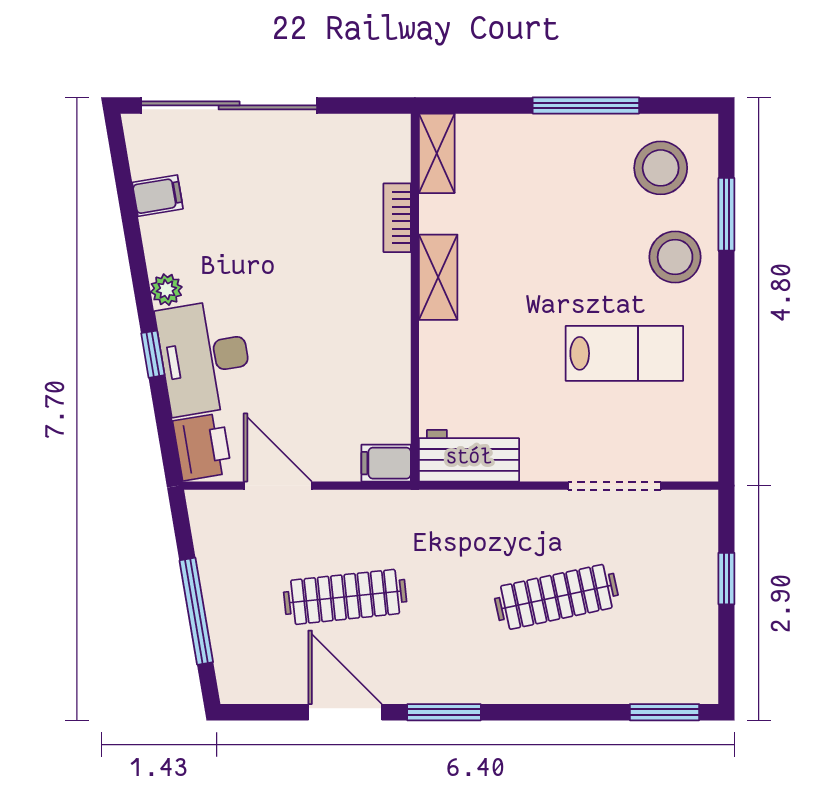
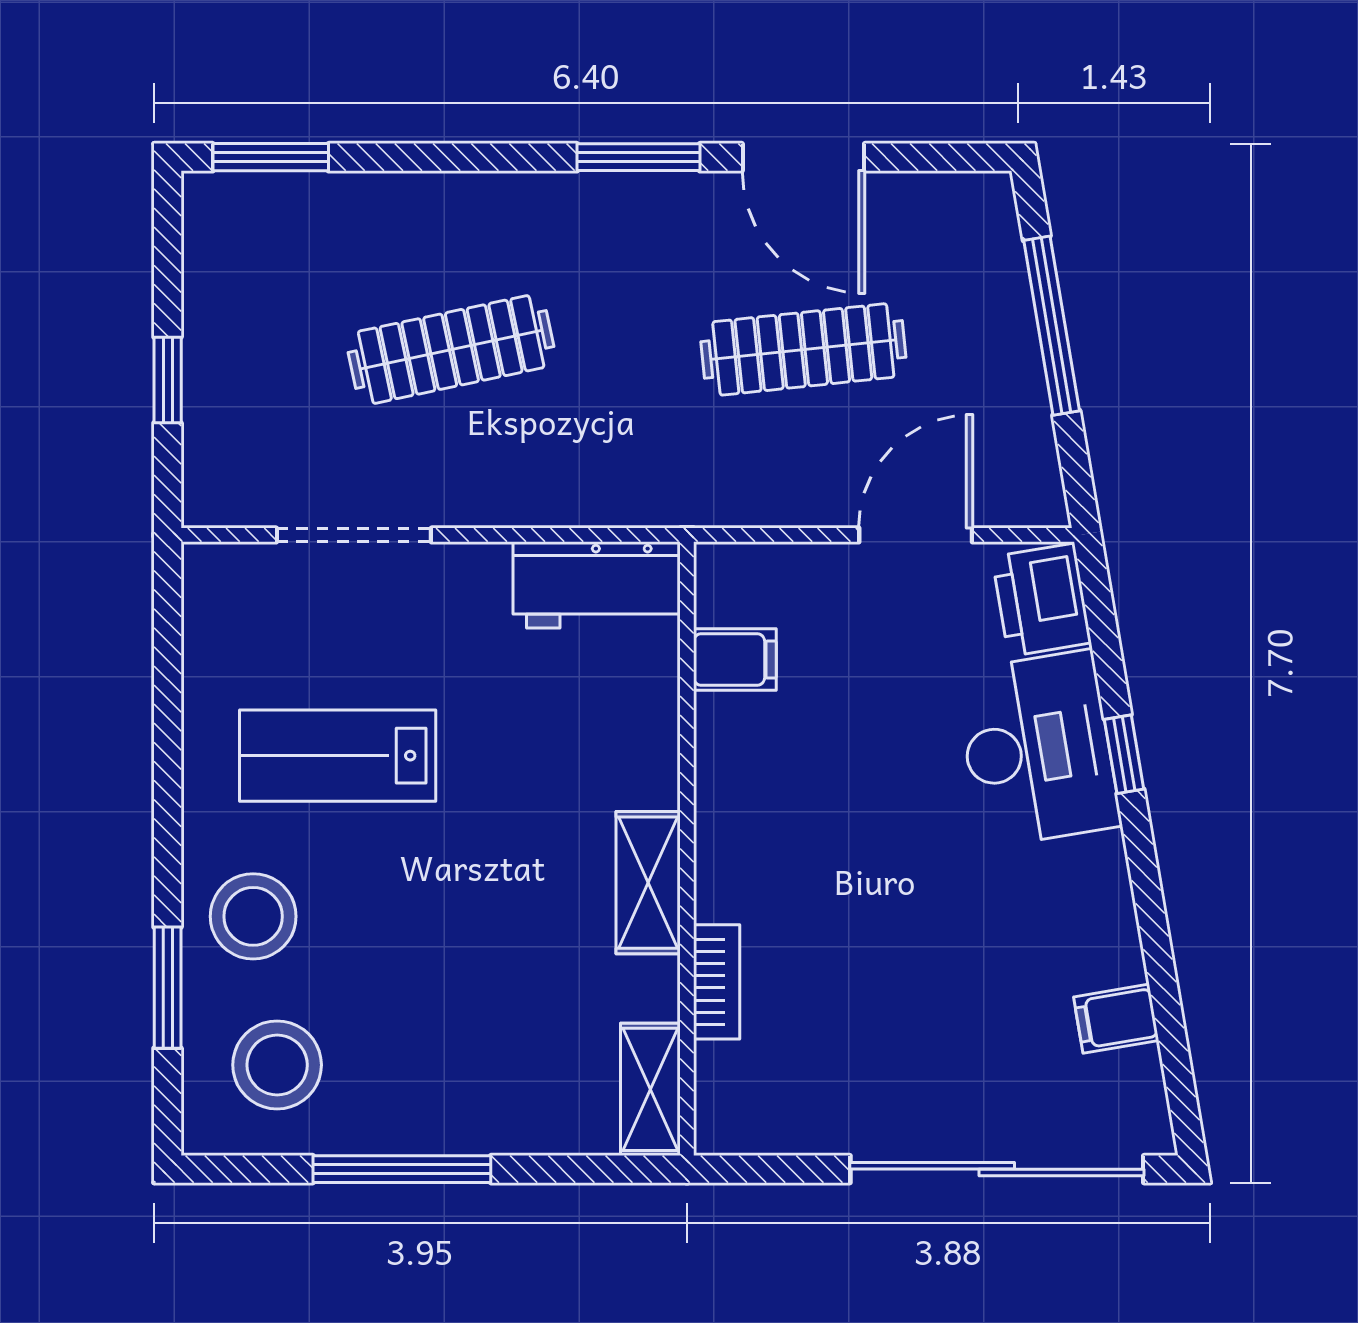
plant: (166, 290) -> (1102, 862), removed
filing cabinet: (386, 463) -> (735, 660), moved
door: (278, 486) -> (916, 535), swing flipped

